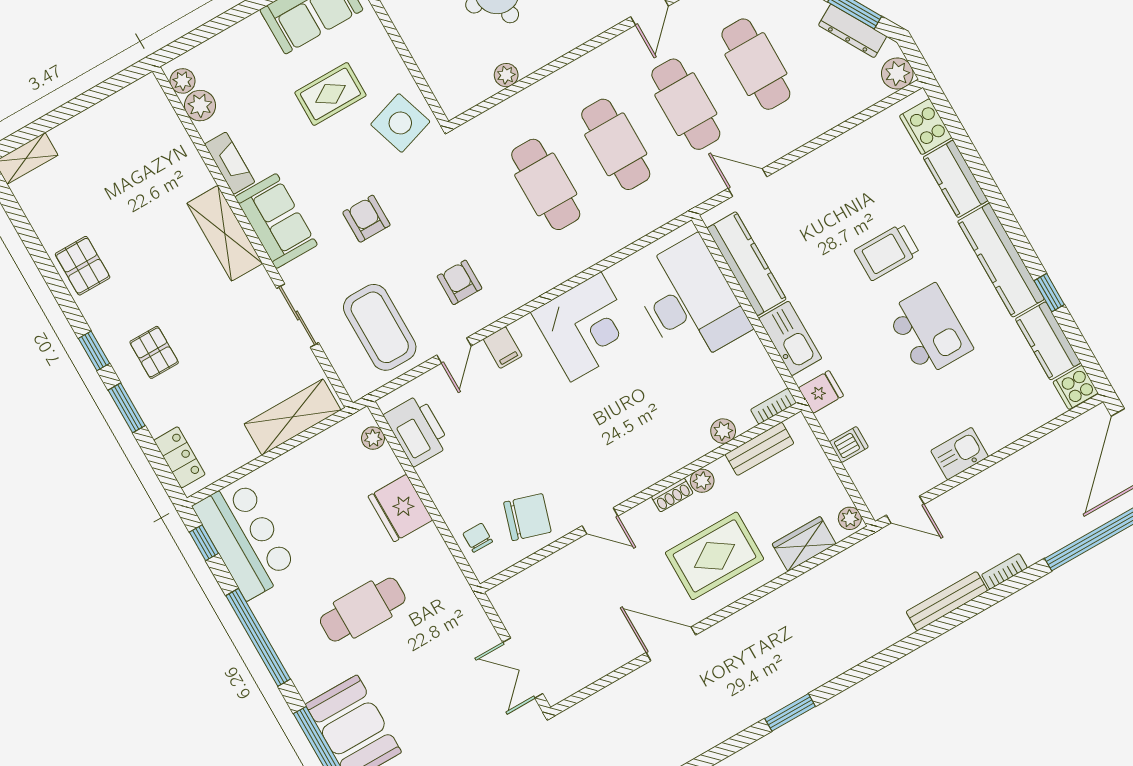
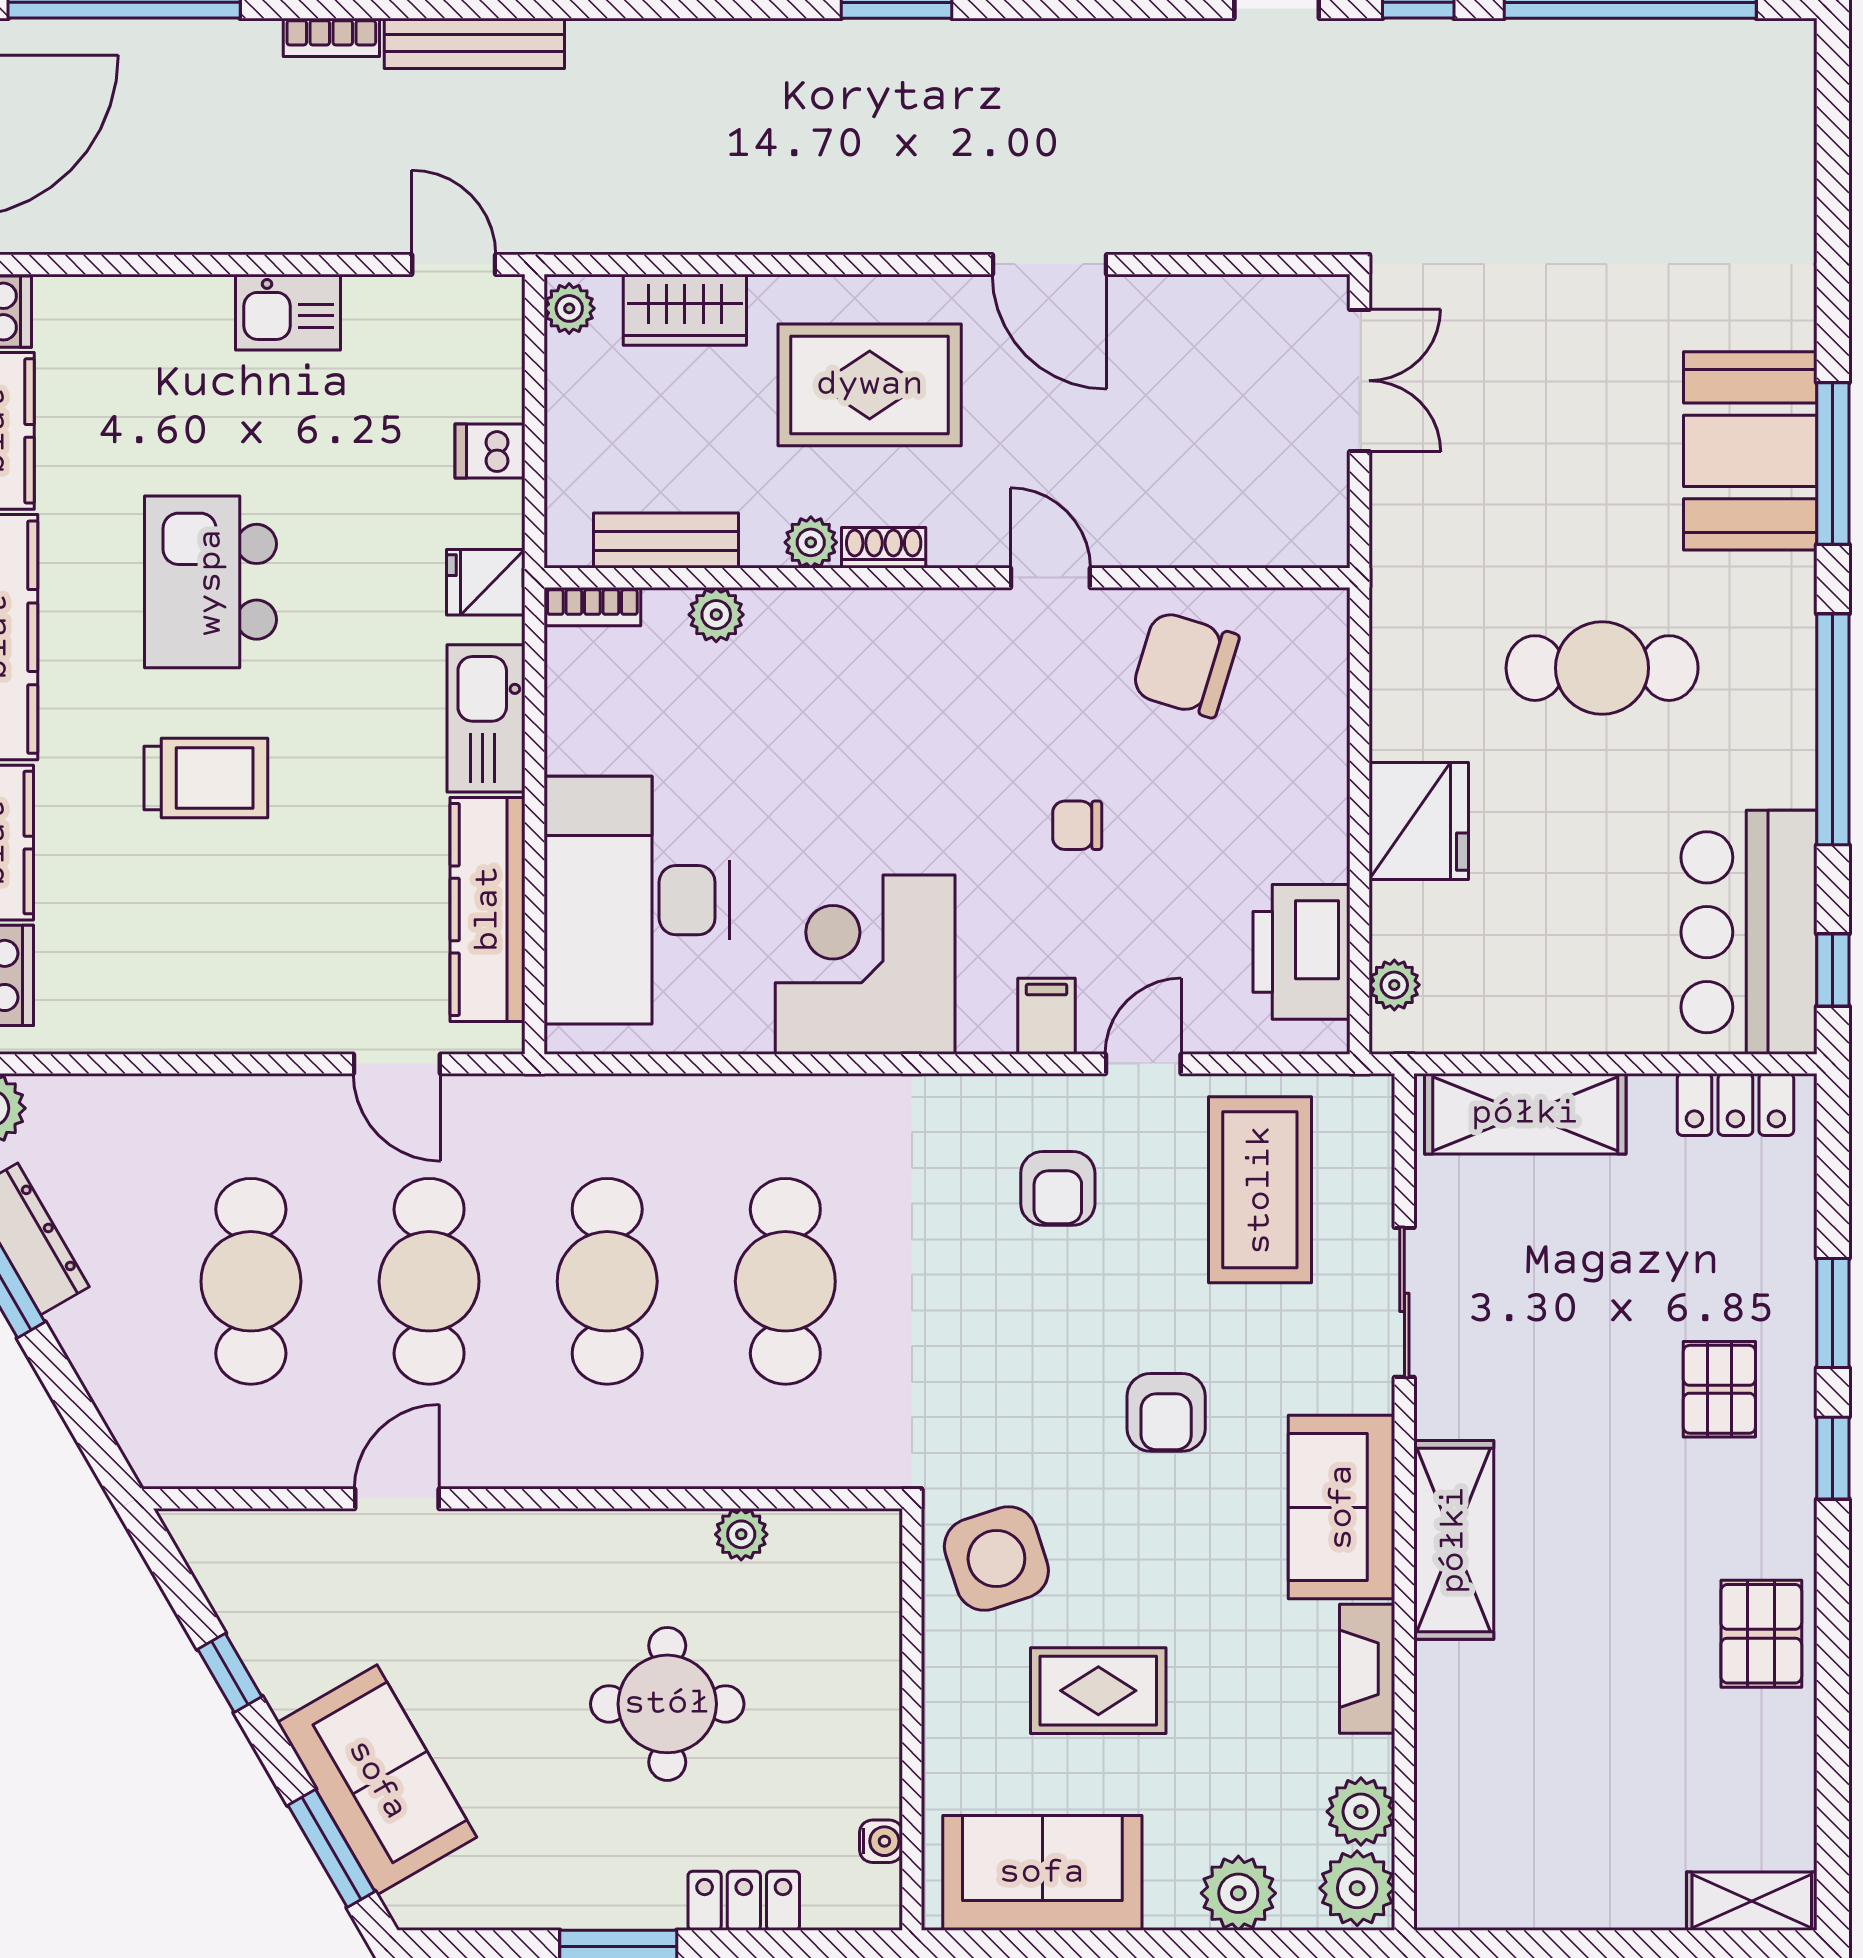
plant: (230, 46) -> (1238, 1893), added
plant: (182, 81) -> (1357, 1888), width x1.38, depth x1.38
locker: (180, 457) -> (1735, 1105), moved, turned -90
chair: (478, 538) -> (1077, 825), moved, turned 90

